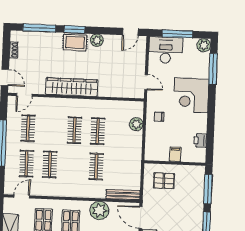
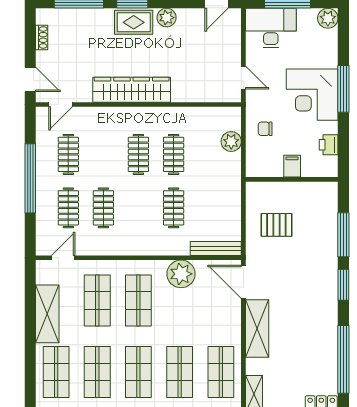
window: (213, 69) -> (343, 89), moved
printer: (200, 141) -> (329, 145), moved
filing cabinet: (175, 154) -> (292, 166), moved
wall: (175, 163) -> (292, 179), moved

